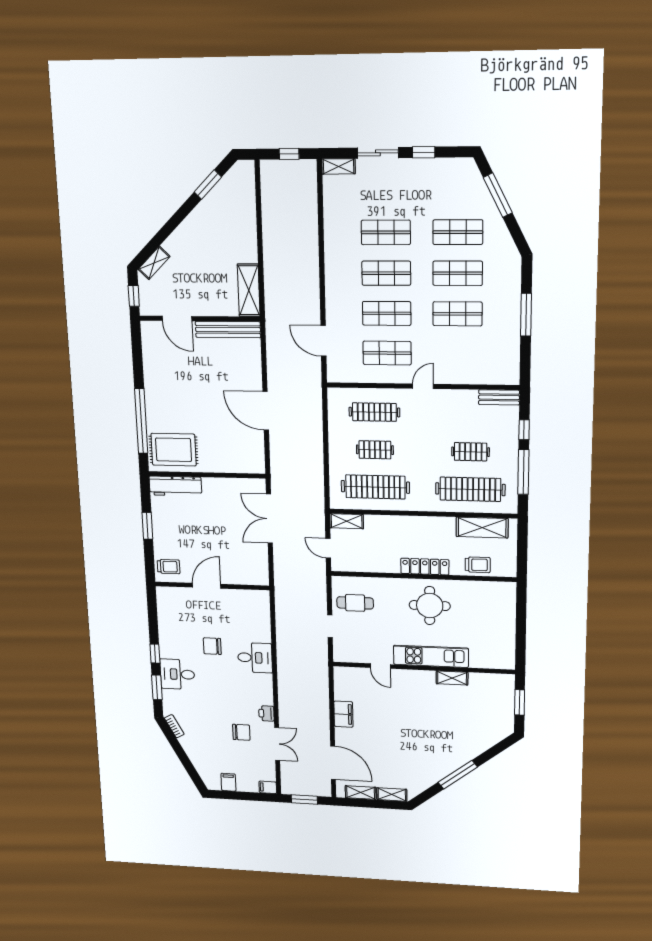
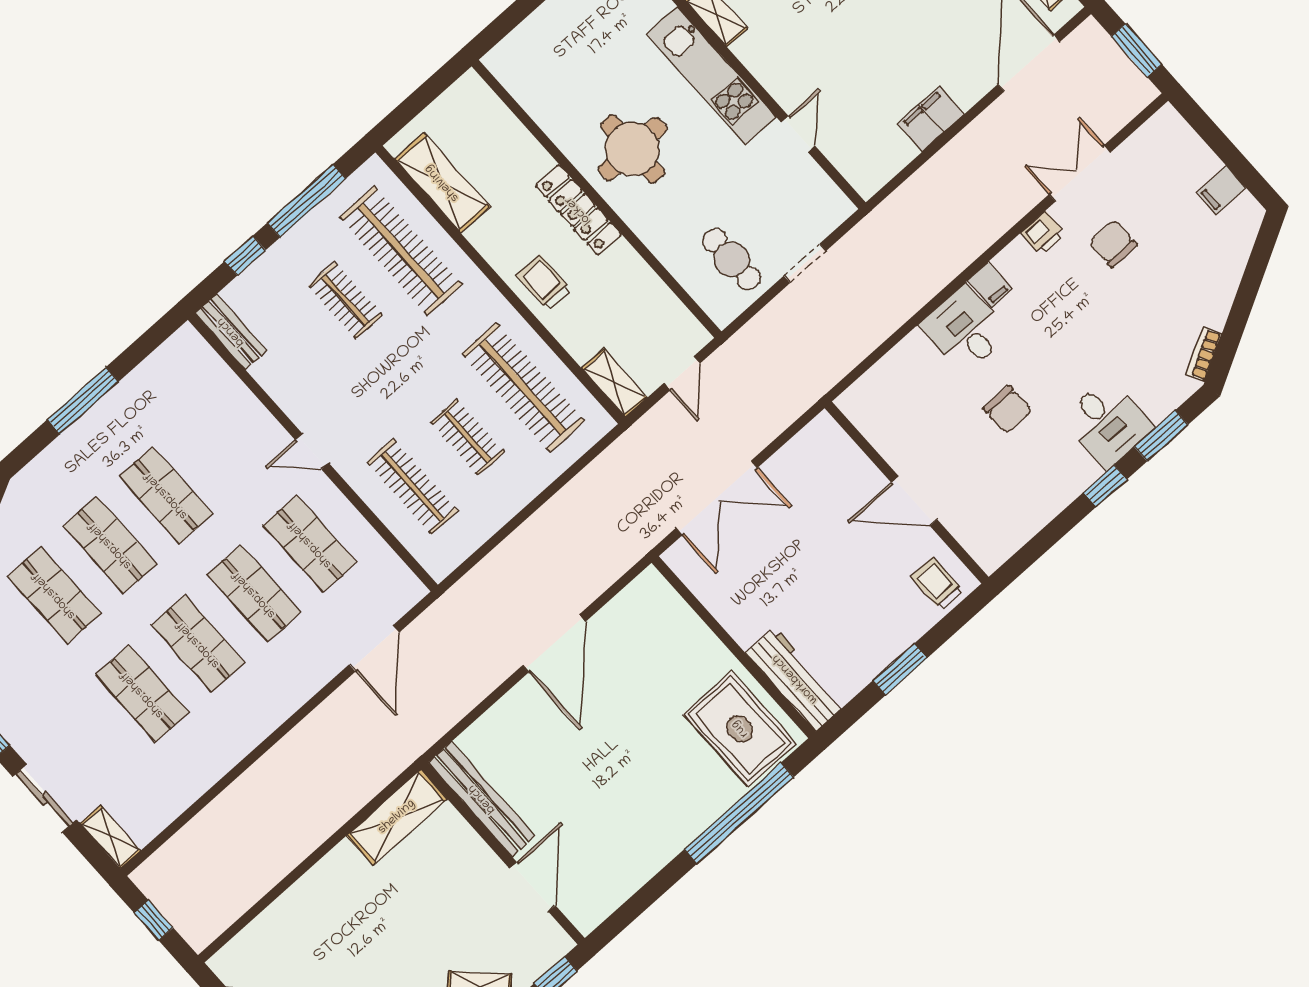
trolley: (478, 565) -> (544, 283), moved
filing cabinet: (268, 787) -> (990, 285), moved

